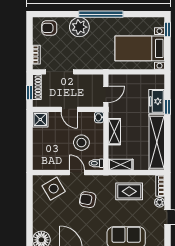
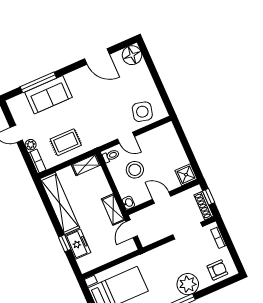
shelving: (114, 132) -> (113, 210), moved
side table: (54, 189) -> (142, 112), turned 45
armchair: (88, 200) -> (103, 116), removed

